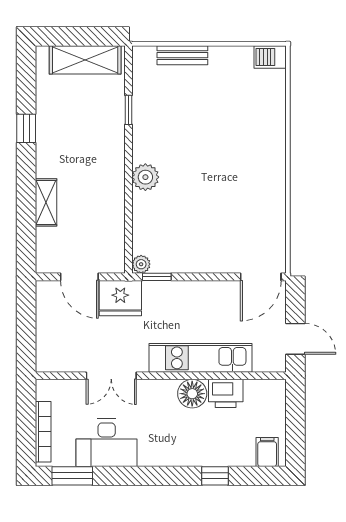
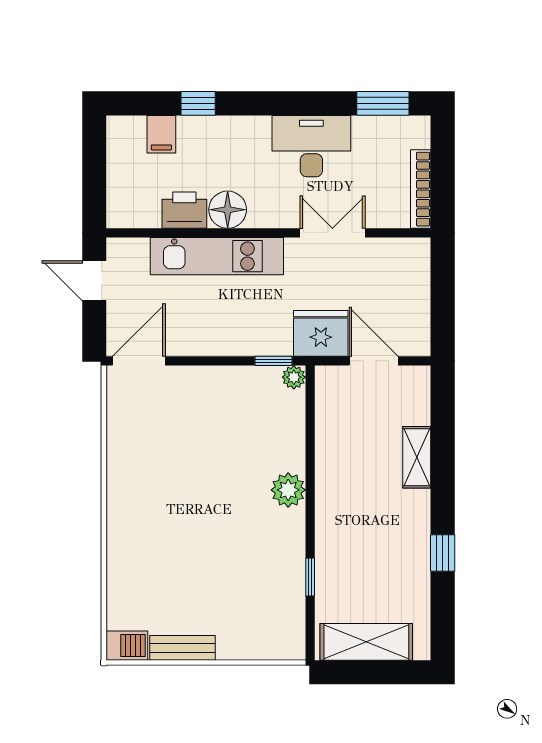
bench: (182, 55) -> (182, 648), moved
bookcase: (43, 432) -> (421, 189), moved
desk: (107, 443) -> (311, 146), moved
filing cabinet: (267, 452) -> (161, 134), moved

